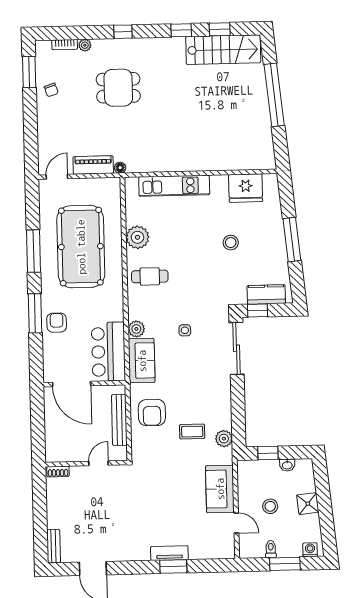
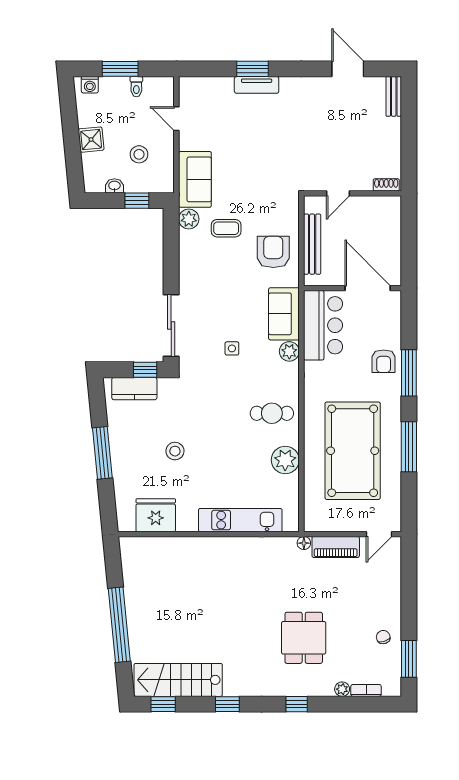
window: (220, 29) -> (163, 704), moved
dining table: (118, 88) -> (304, 638), turned 90
sofa: (220, 489) -> (195, 179), moved
stool: (270, 506) -> (139, 154), moved

